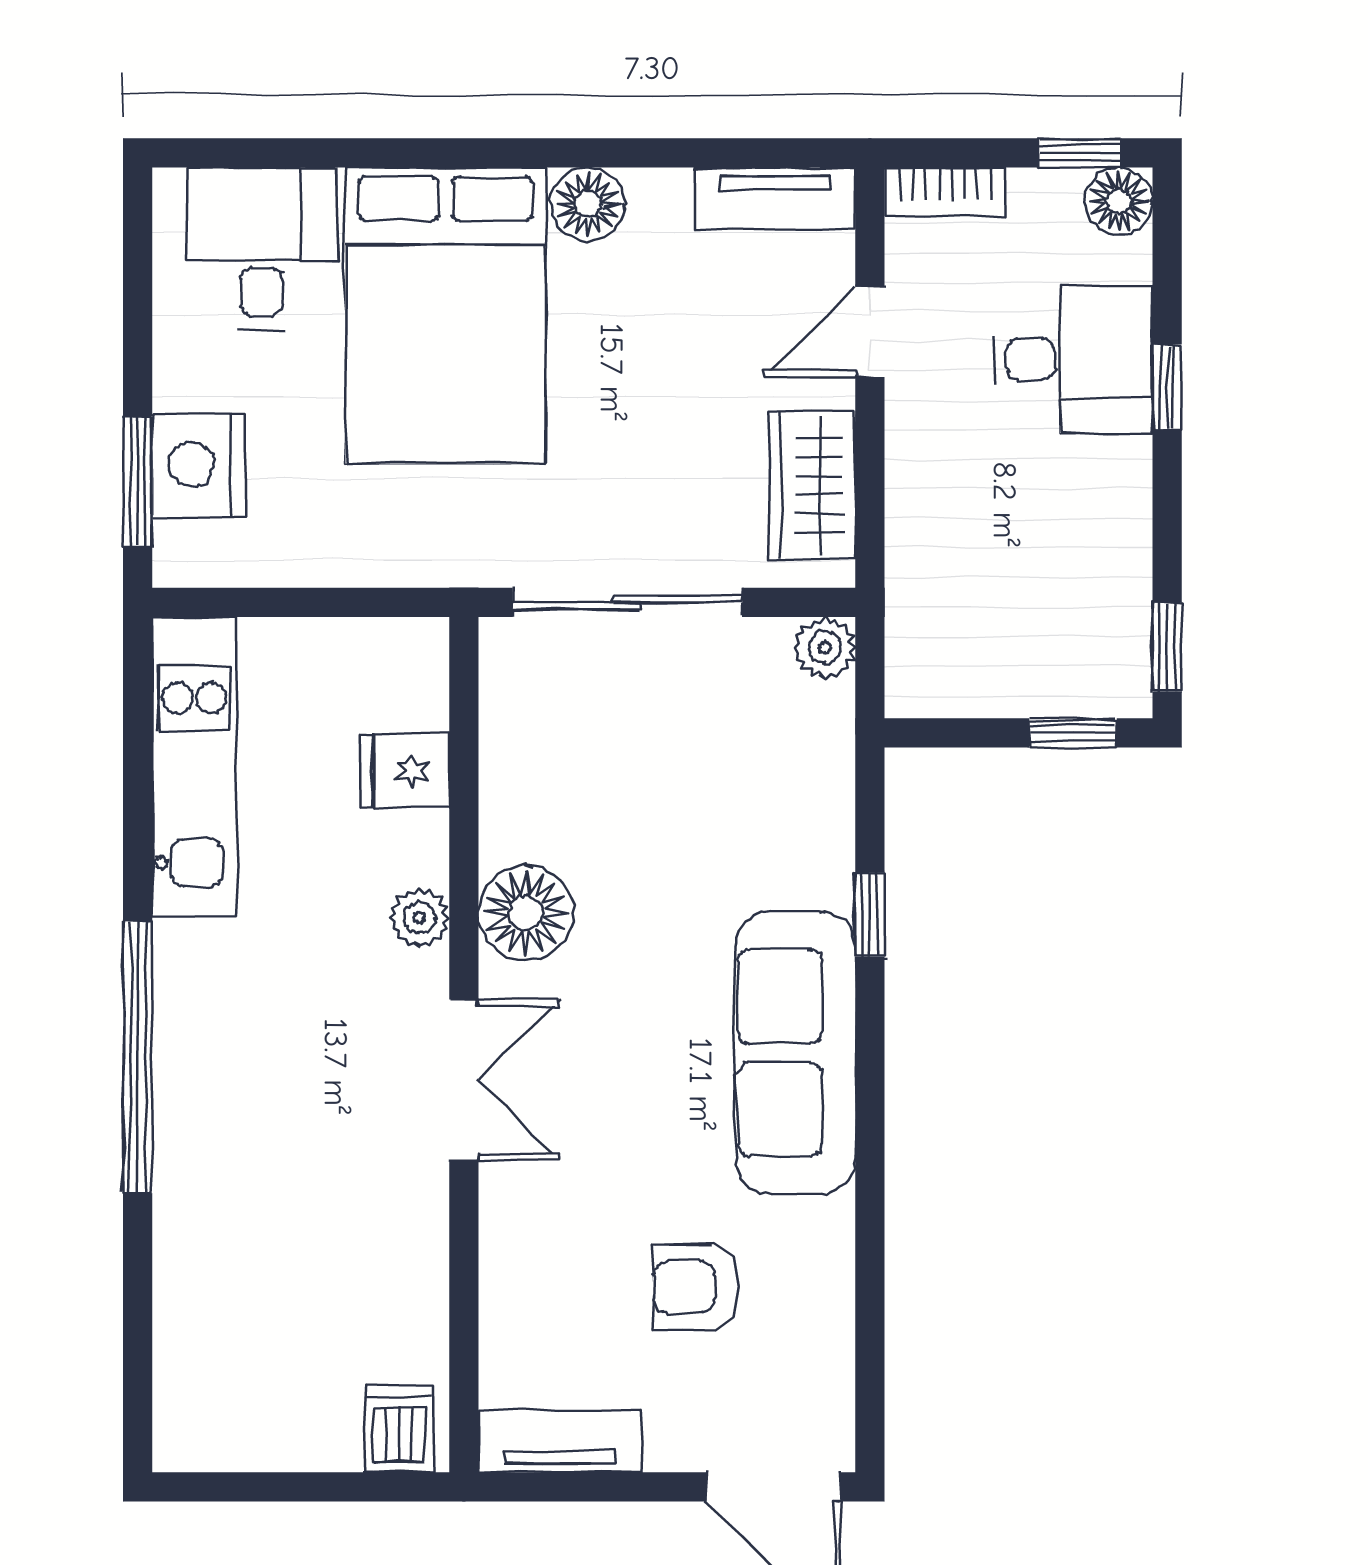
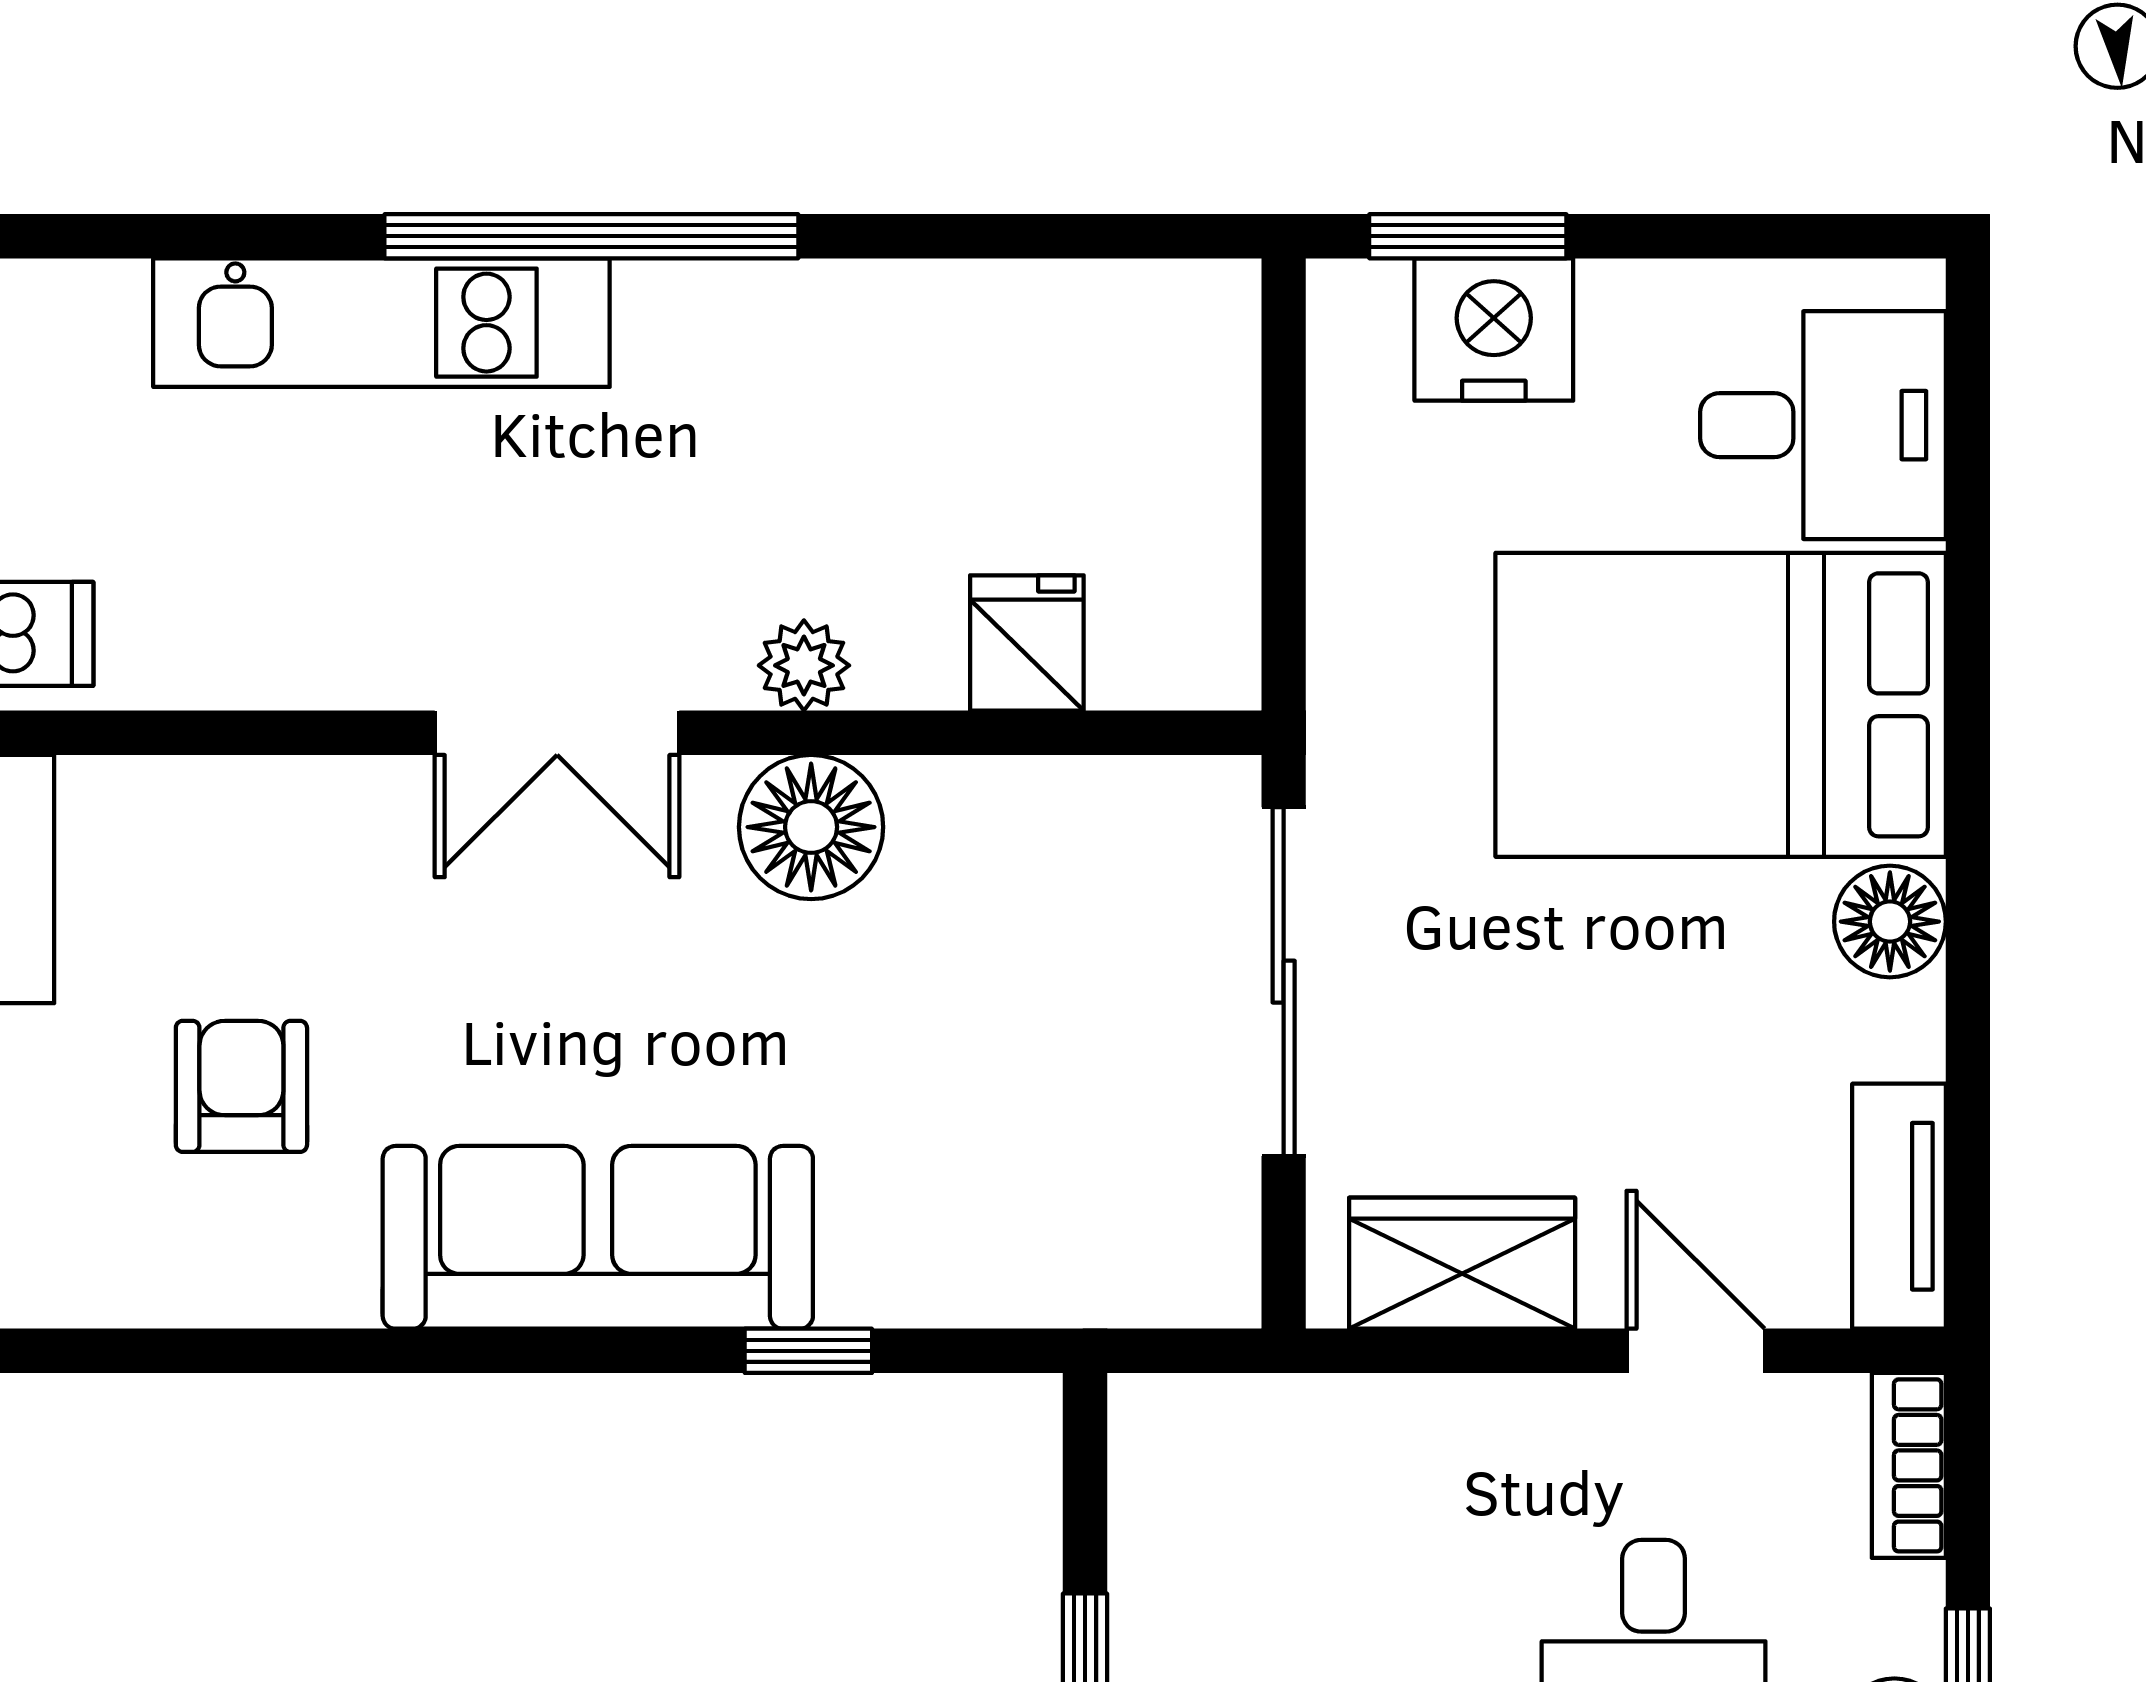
plant: (825, 648) -> (1215, 1282), removed
kitchen unit: (194, 767) -> (381, 323), moved

